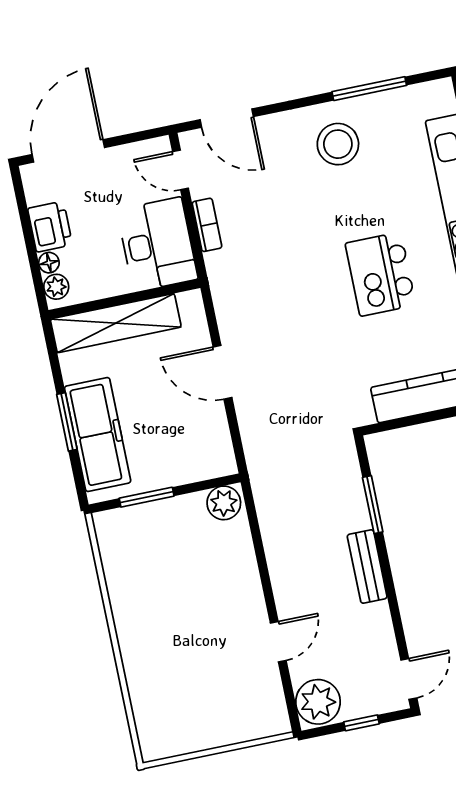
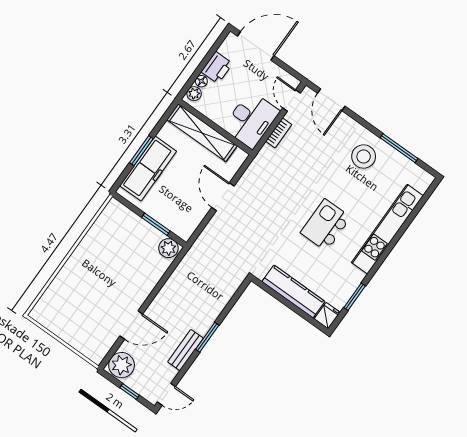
window: (147, 497) -> (156, 224), moved
window: (373, 505) -> (207, 337), moved
bench: (367, 566) -> (185, 350), moved
door: (278, 642) -> (131, 325), width x1.38

